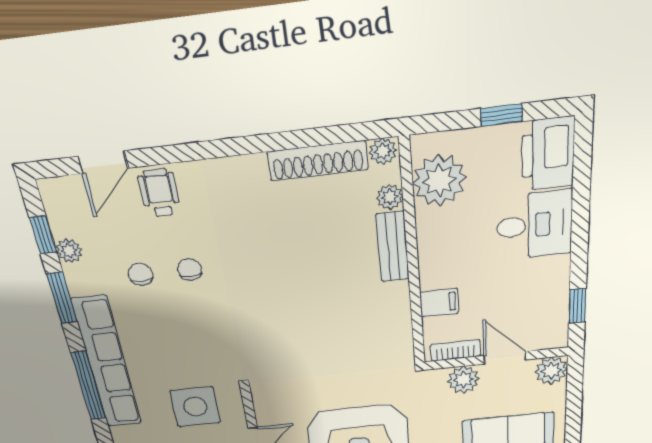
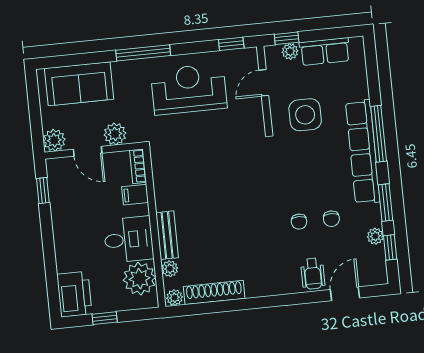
desk: (534, 225) -> (129, 239), moved, turned 180
bookcase: (455, 350) -> (138, 166), moved, turned 90

